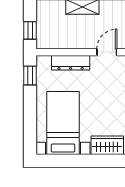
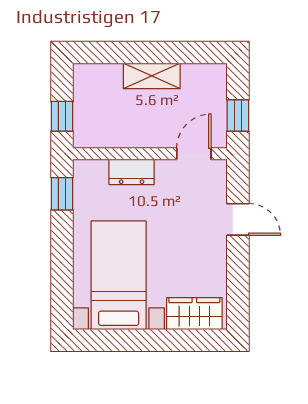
dresser: (71, 63) -> (132, 172), width x0.70

